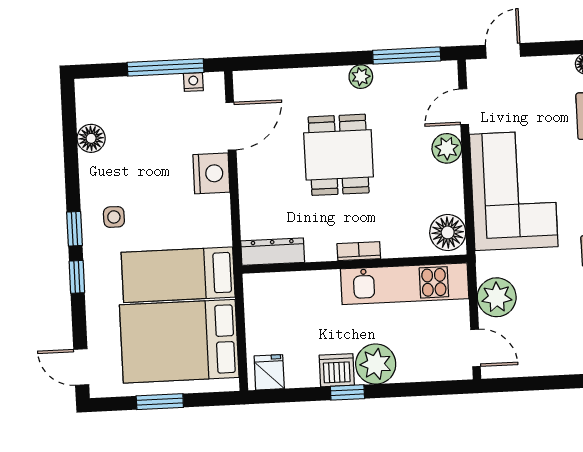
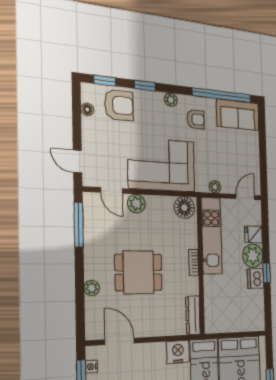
plant: (361, 77) -> (92, 288), moved
nightstand: (211, 173) -> (178, 352), moved
plant: (497, 297) -> (215, 187), width x0.53, depth x0.53
fridge: (269, 372) -> (254, 234), moved

